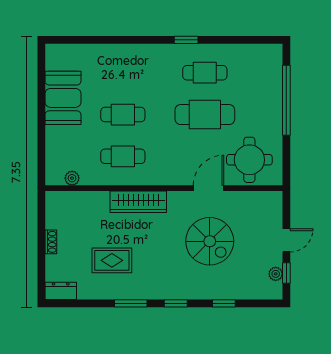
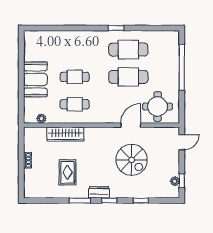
cafe table: (205, 73) -> (128, 50), width x1.37, depth x1.35
booth: (63, 98) -> (35, 79), moved
wardrobe: (138, 202) -> (65, 134), moved
door: (286, 240) -> (182, 142), moved
rug: (112, 260) -> (67, 172), turned 90
dresser: (61, 291) -> (99, 192), moved

